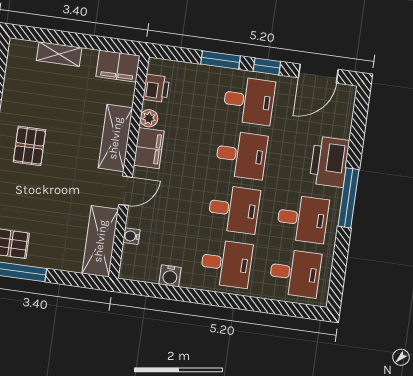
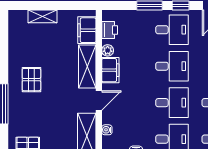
filing cabinet: (118, 66) -> (87, 30), moved, turned 90

